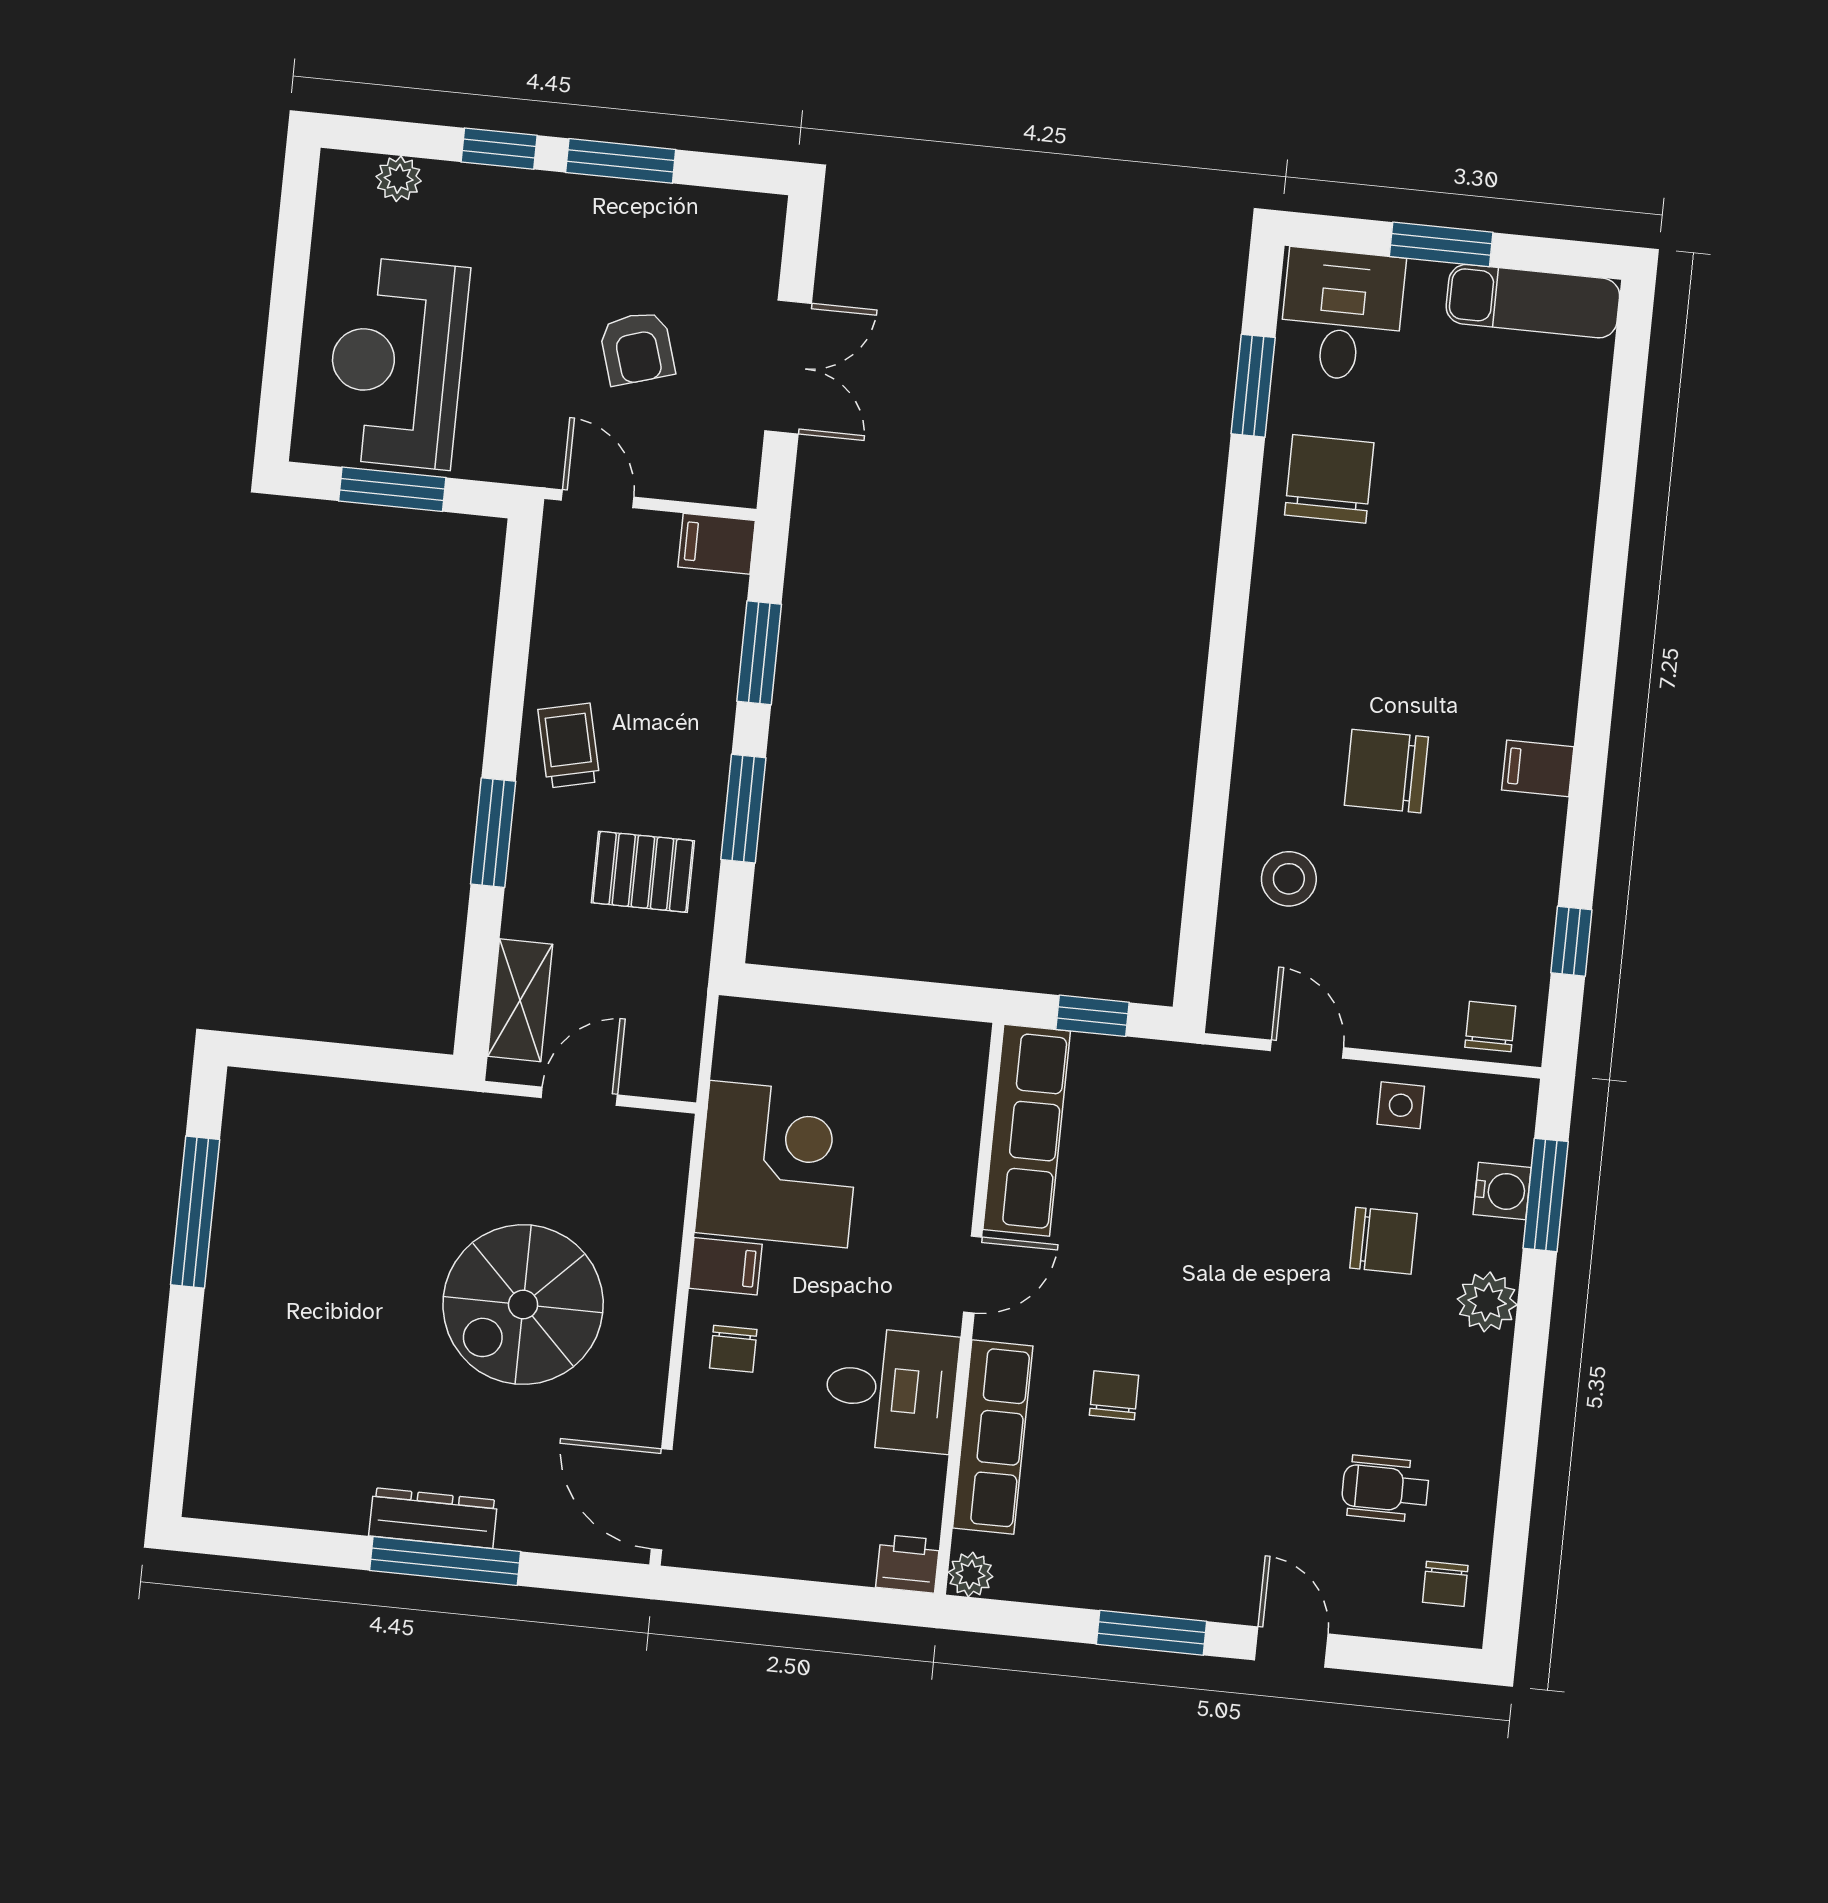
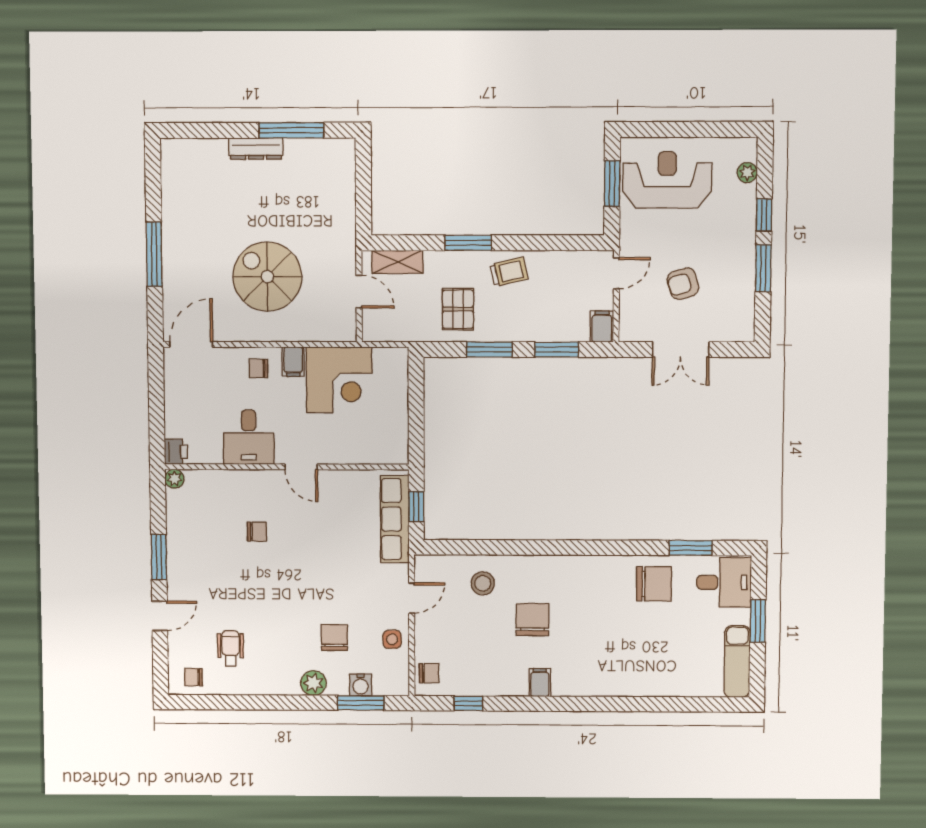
row of seats: (1027, 1130) -> (395, 519), moved, turned 90
chair: (1383, 1241) -> (334, 638), turned 180
row of seats: (993, 1437) -> (234, 482), removed
dresser: (433, 1518) -> (256, 149), moved, turned 90

